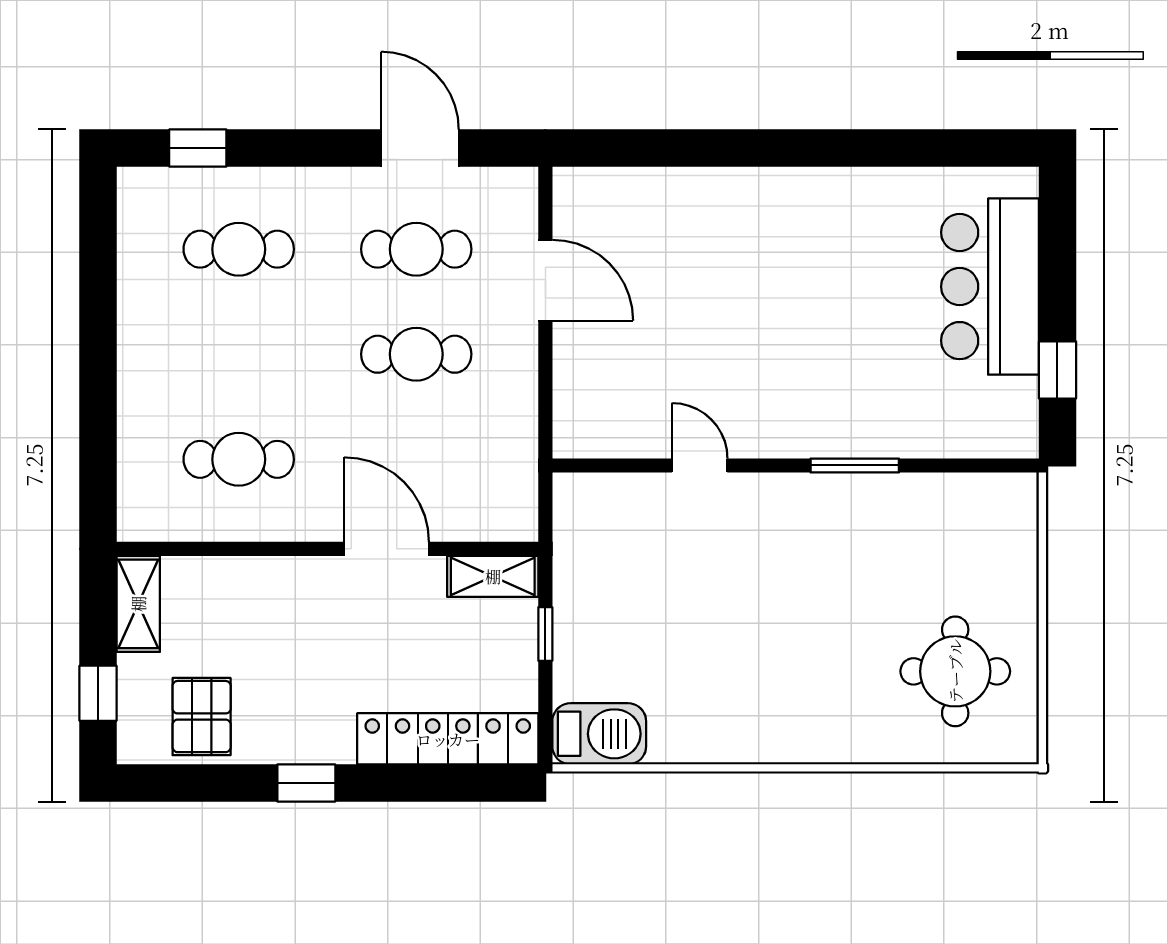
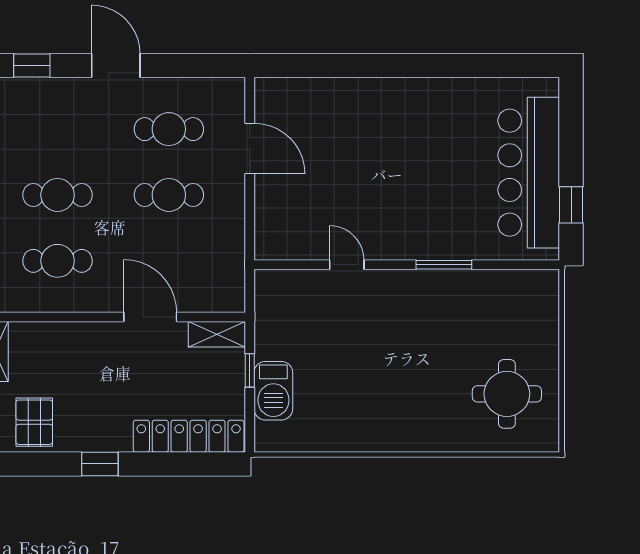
door: (420, 148) -> (116, 66), moved
cafe table: (239, 249) -> (58, 195), moved
bar counter: (990, 287) -> (529, 173), width x1.36
barbecue: (599, 734) -> (273, 391), moved, turned 90

